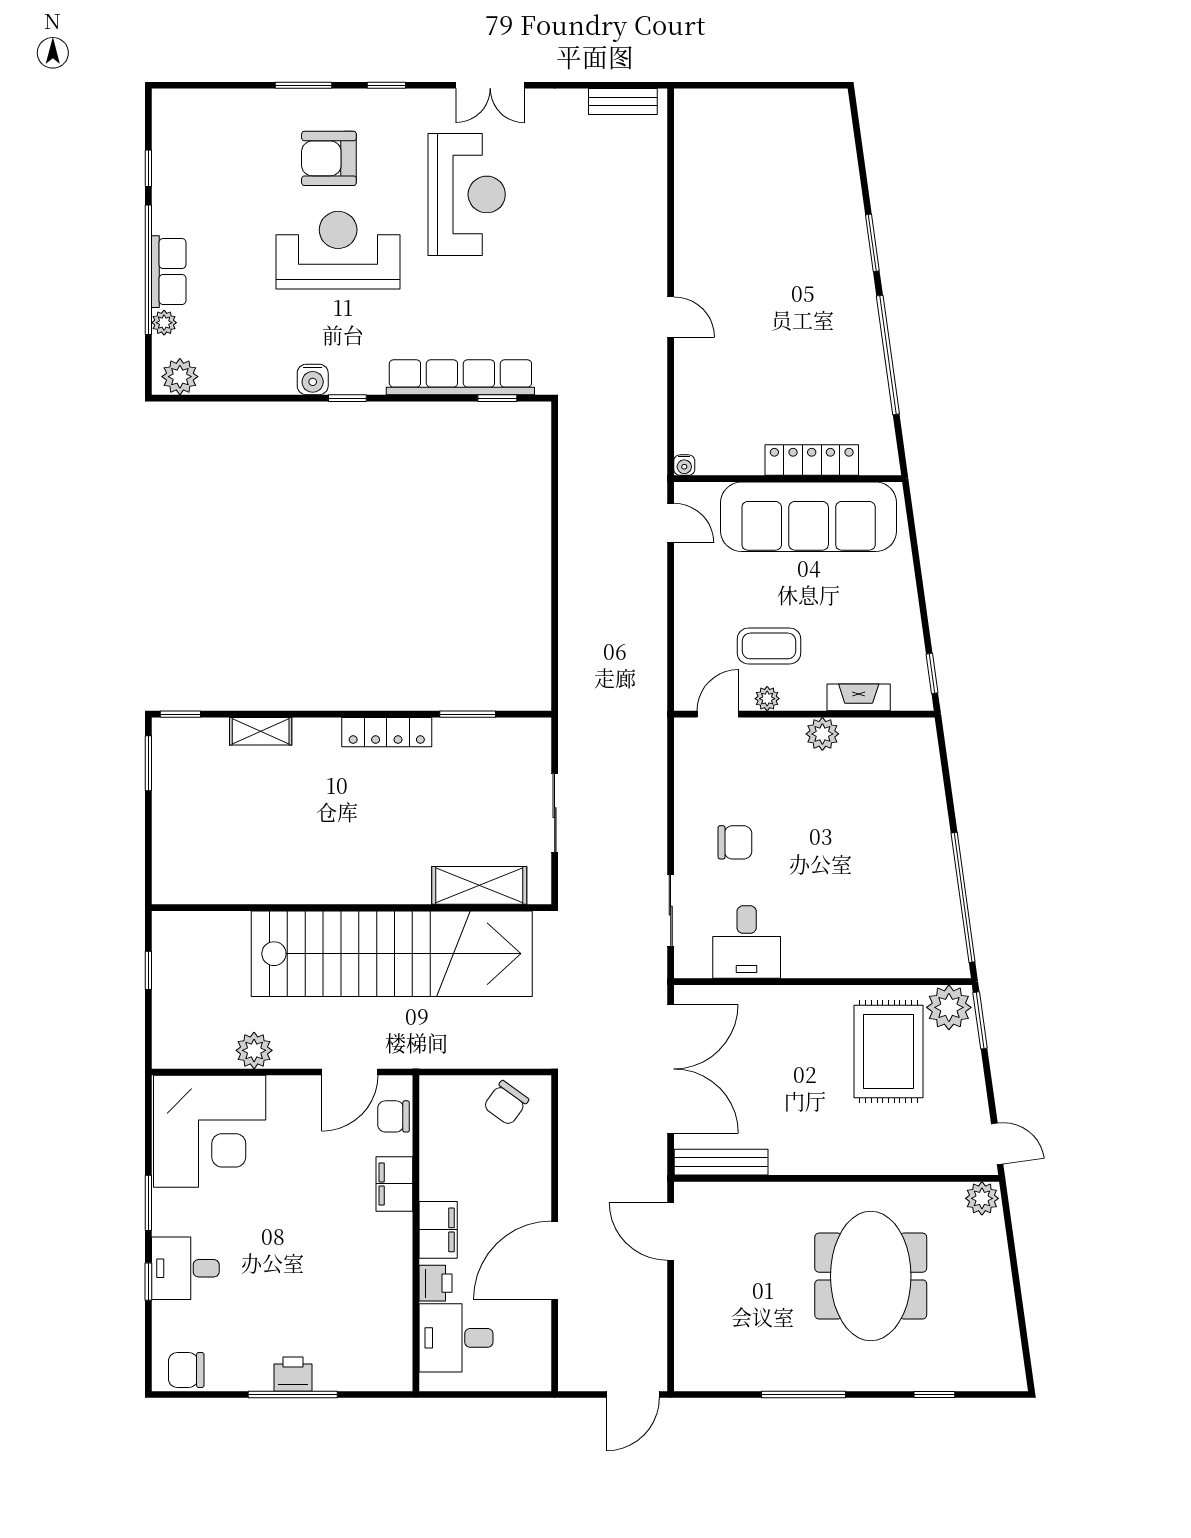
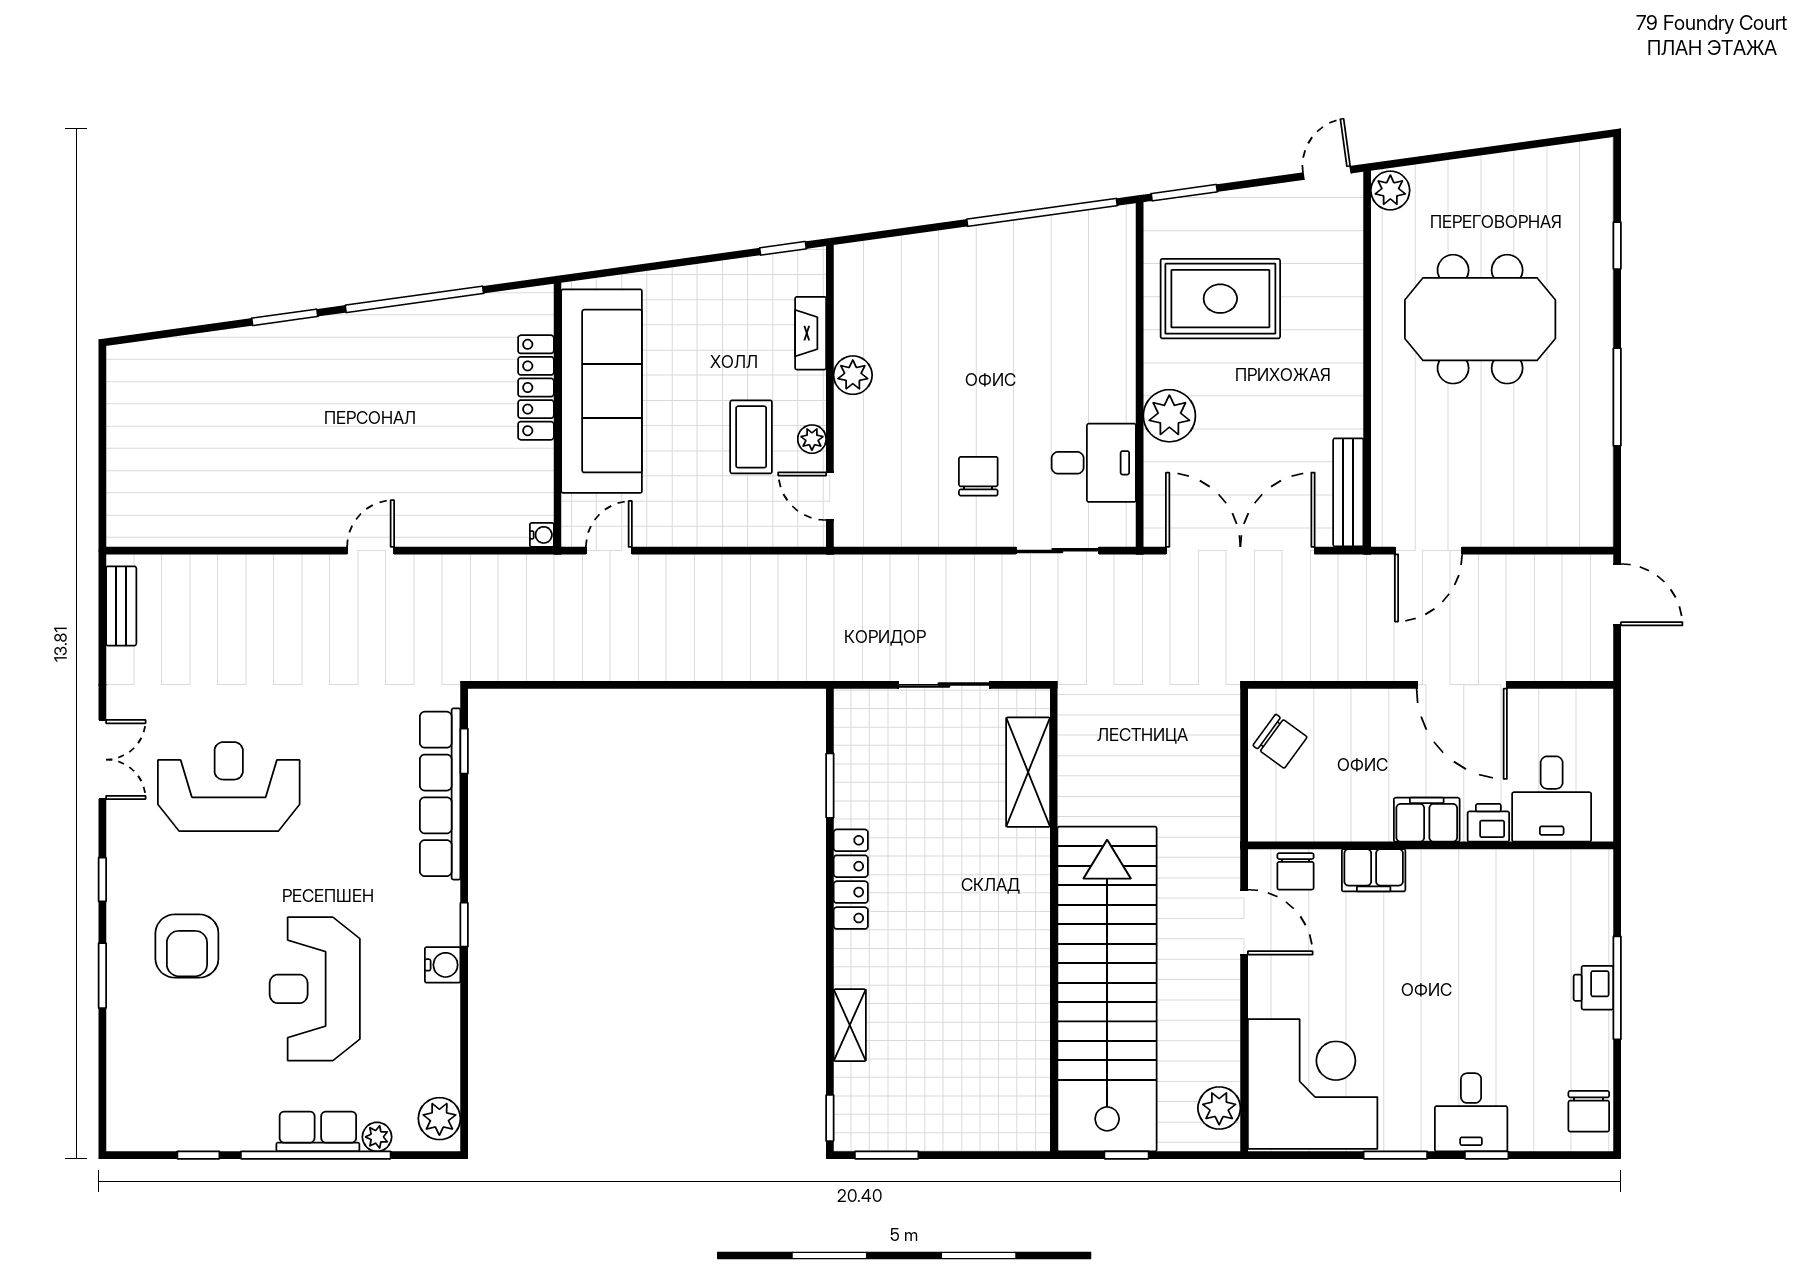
reception desk: (338, 250) -> (315, 989), moved
stairs: (392, 954) -> (1107, 989), moved
plant: (949, 1007) -> (1169, 416), moved
plant: (254, 1050) -> (1219, 1108), moved

